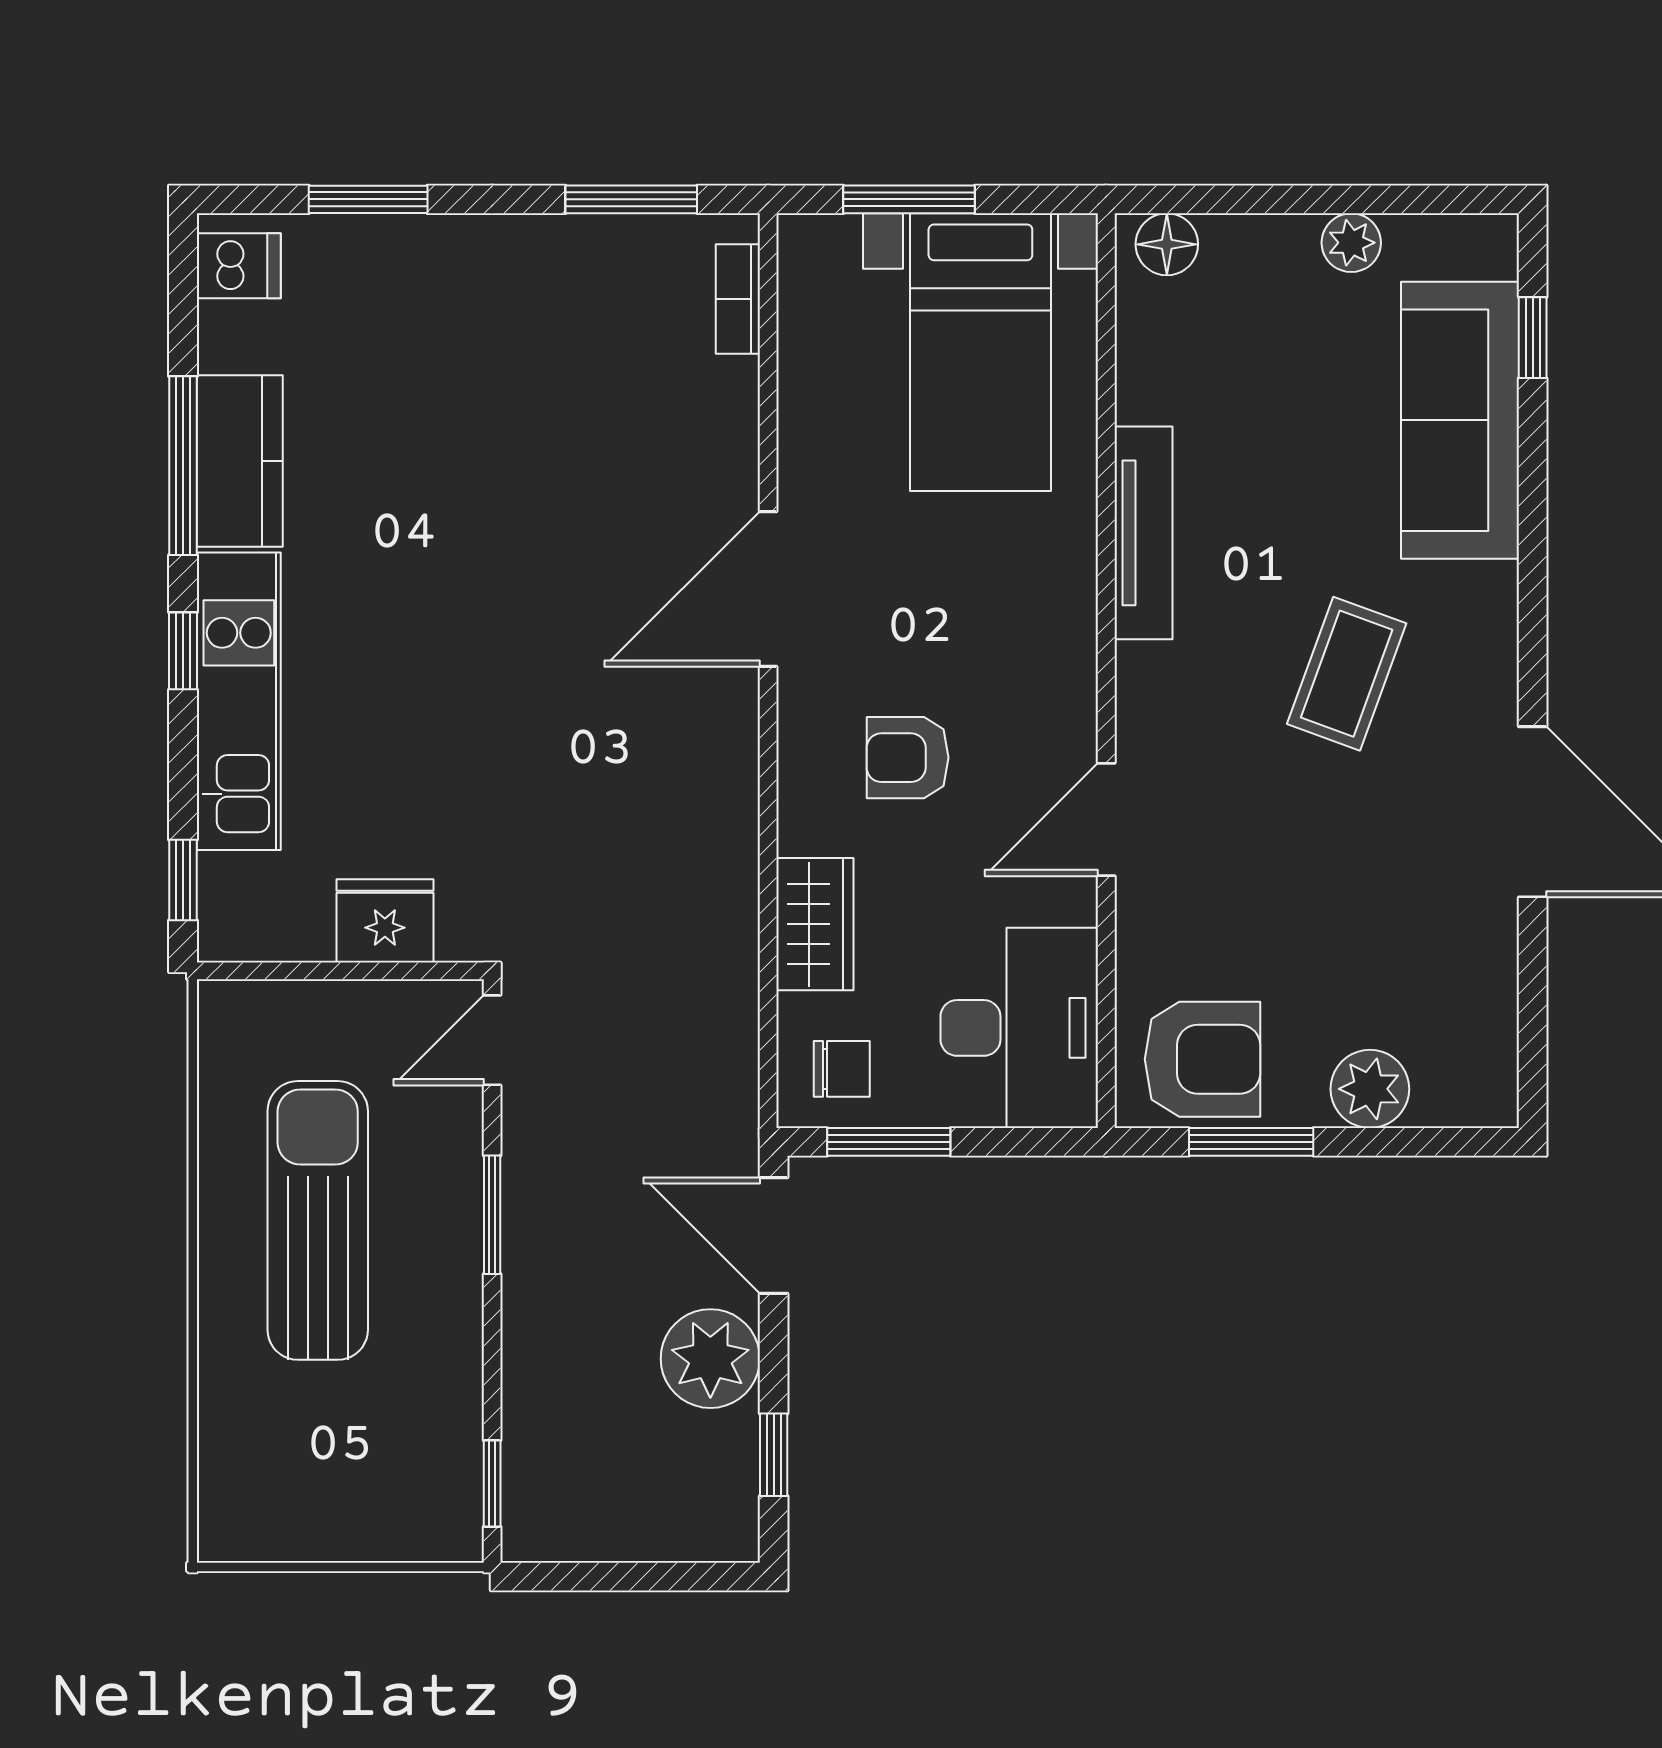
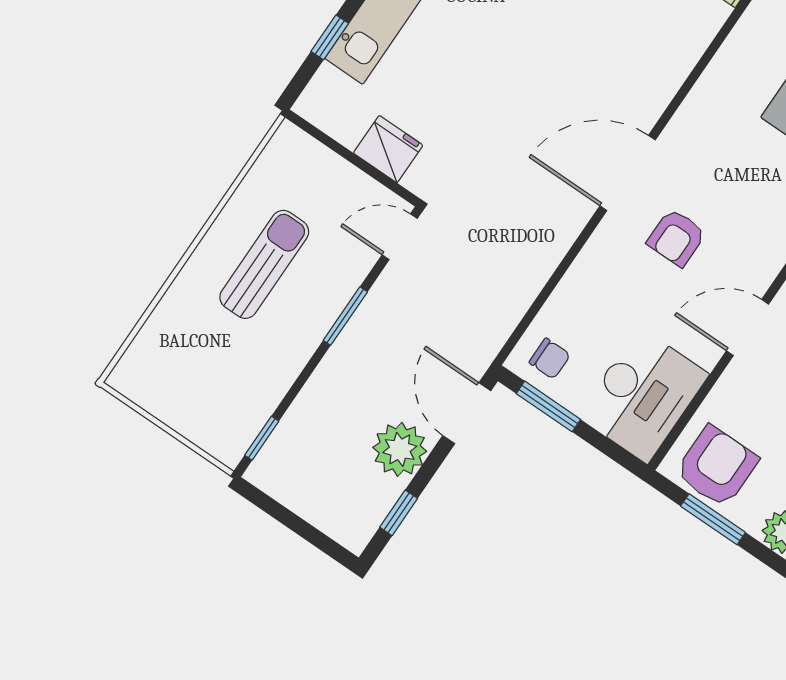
door: (768, 589) -> (628, 173), moved
armchair: (908, 758) -> (676, 238), turned -90
window: (183, 880) -> (330, 37), moved
wardrobe: (815, 924) -> (582, 284), removed
armchair: (1202, 1059) -> (717, 467), turned -90
sun lounger: (318, 1220) -> (264, 264), width x0.73, depth x0.75

